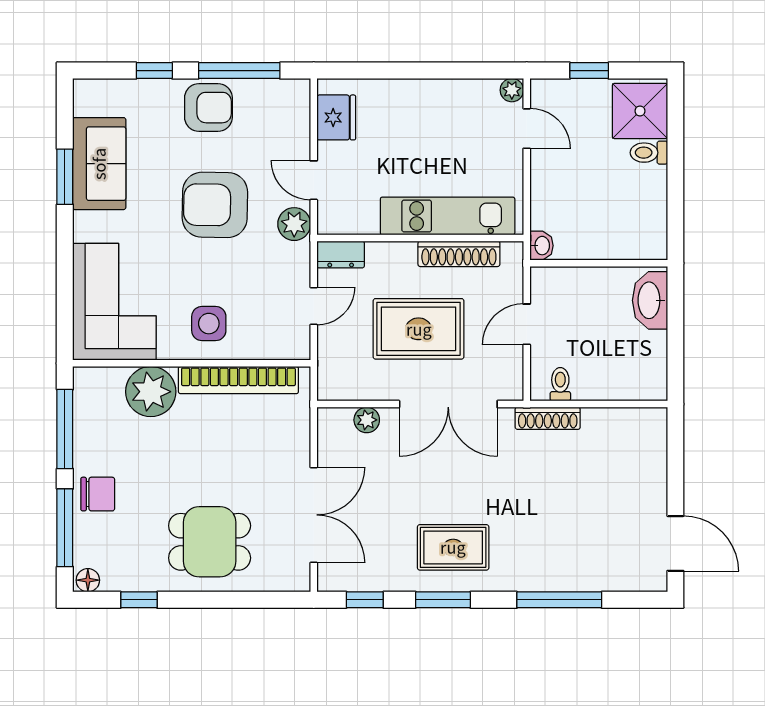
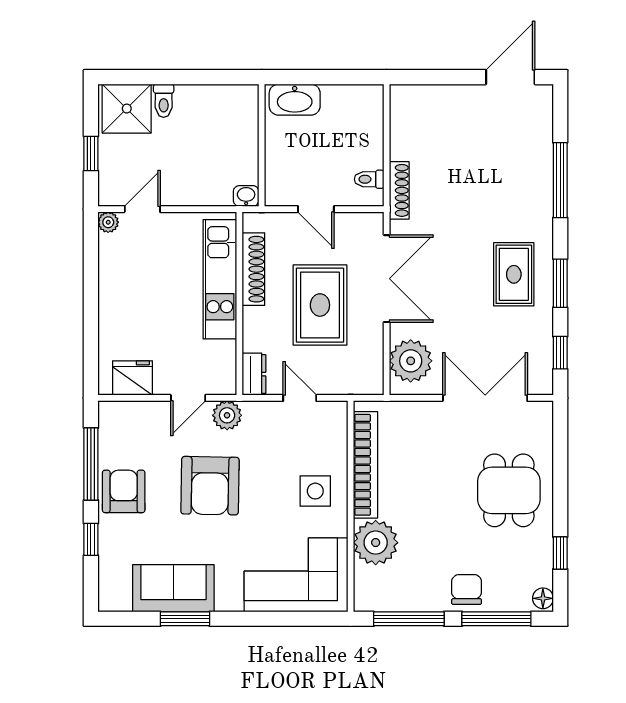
plant: (367, 420) -> (411, 361), width x1.88, depth x1.88

